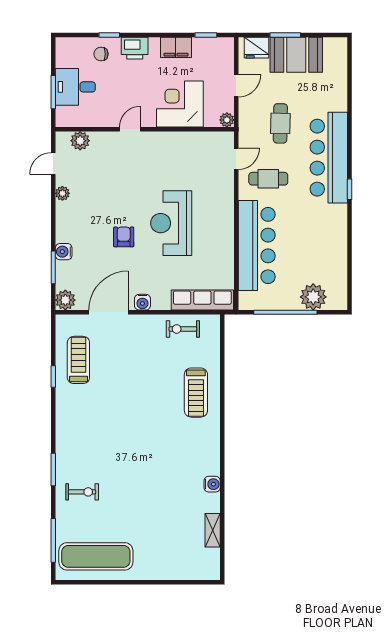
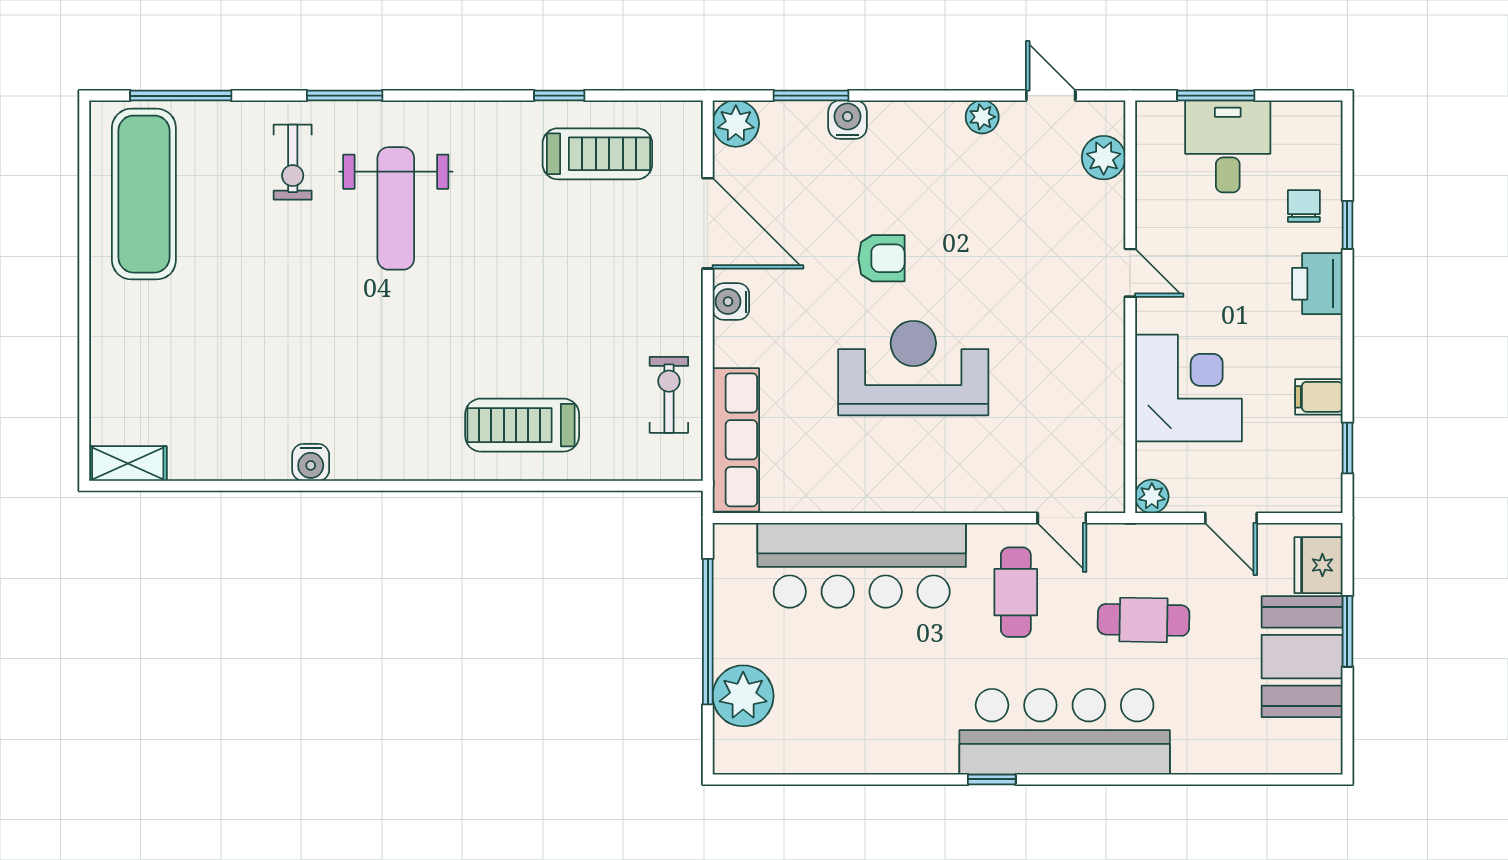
filing cabinet: (176, 47) -> (1319, 397), width x0.50
weight bench: (102, 447) -> (396, 208), added
shelving: (213, 530) -> (128, 464), moved

